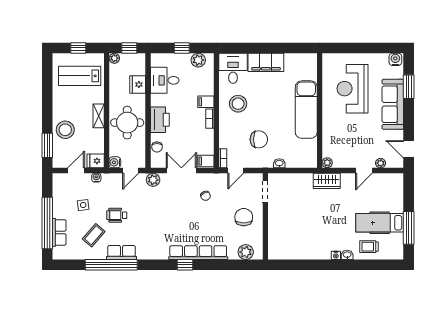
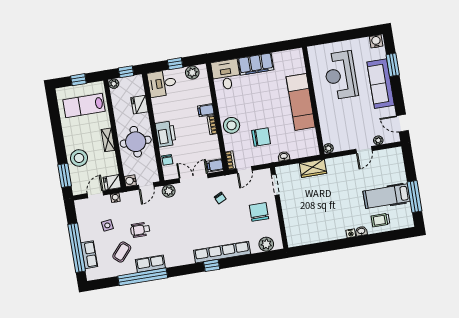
desk: (165, 80) -> (162, 83), moved
stool: (238, 104) -> (232, 125), moved
wardrobe: (327, 181) -> (313, 168), moved

